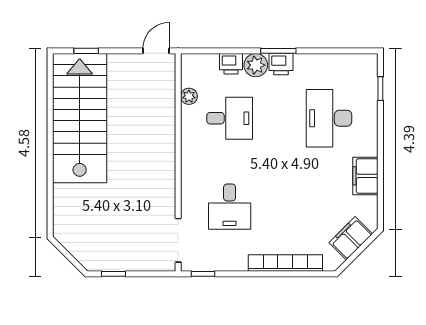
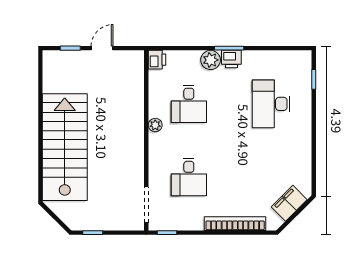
door: (156, 51) -> (102, 48), moved
printer: (231, 64) -> (157, 60), moved, turned -90
plant: (189, 96) -> (155, 125), moved
stairs: (80, 118) -> (65, 147), moved
desk: (230, 118) -> (189, 104), turned 90
filing cabinet: (365, 176) -> (301, 152), removed

